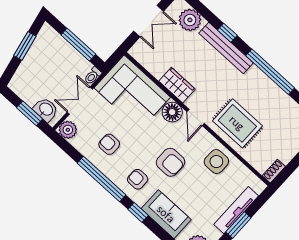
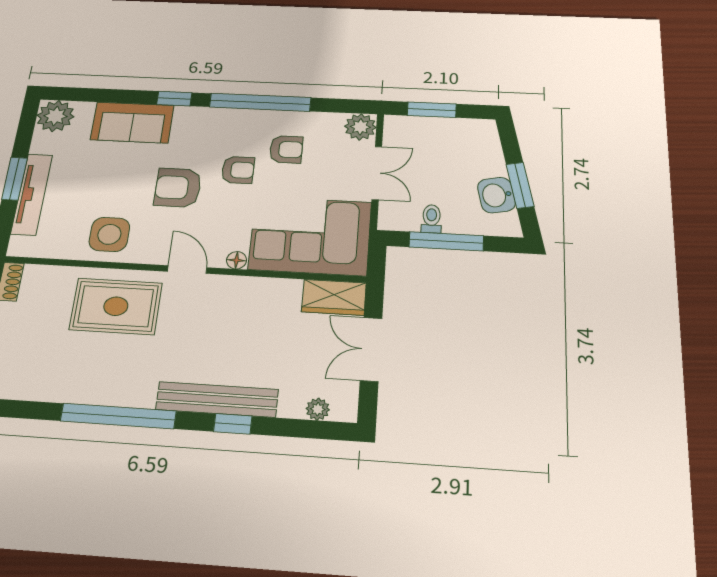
plant: (190, 20) -> (318, 409), width x0.53, depth x0.53
toilet: (93, 76) -> (431, 219), moved
wardrobe: (177, 85) -> (334, 297), moved
washbasin: (46, 109) -> (496, 195), moved, turned 78
floor lamp: (172, 112) -> (237, 260), width x0.53, depth x0.53
armchair: (138, 179) -> (238, 170), moved

